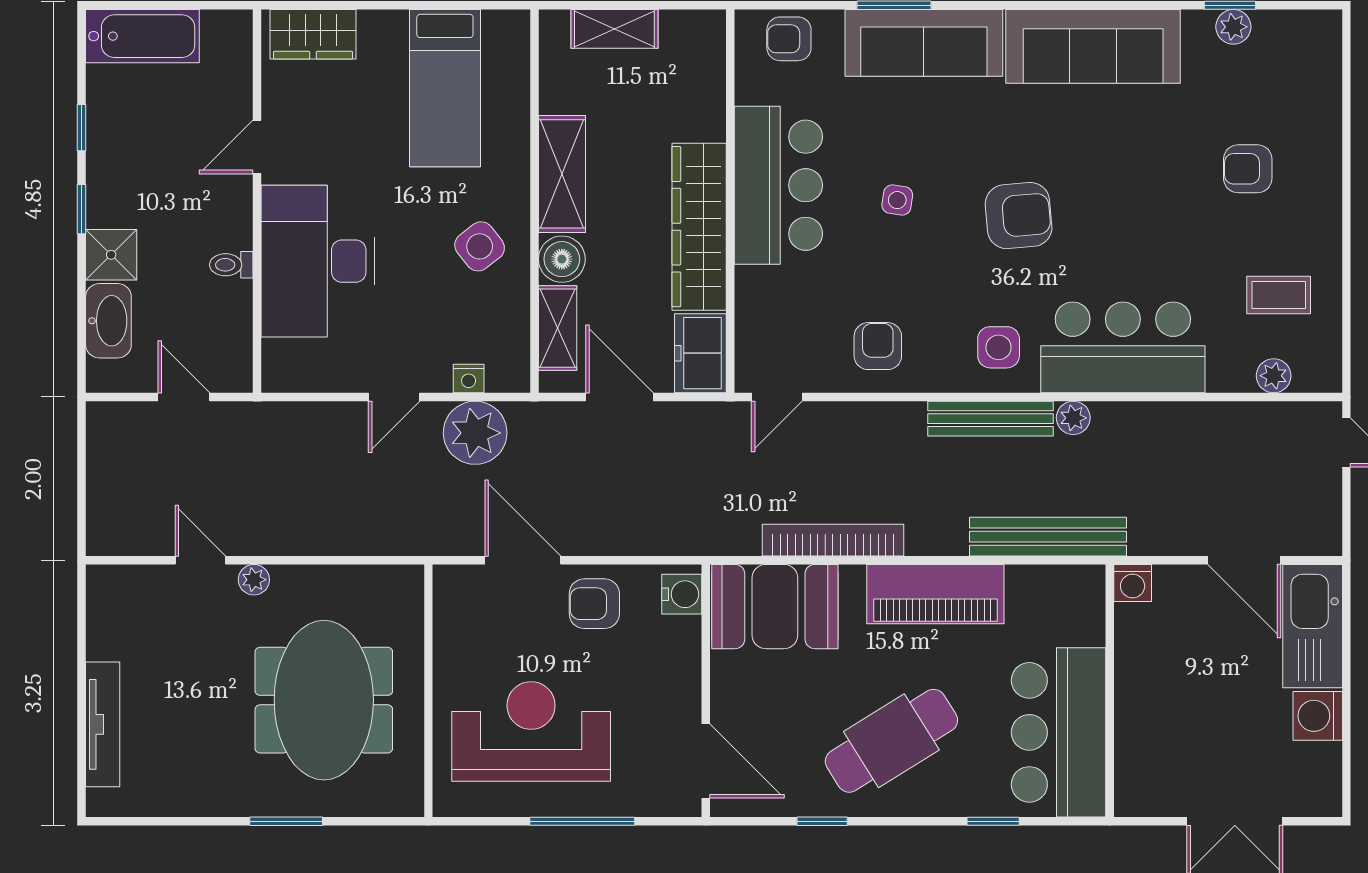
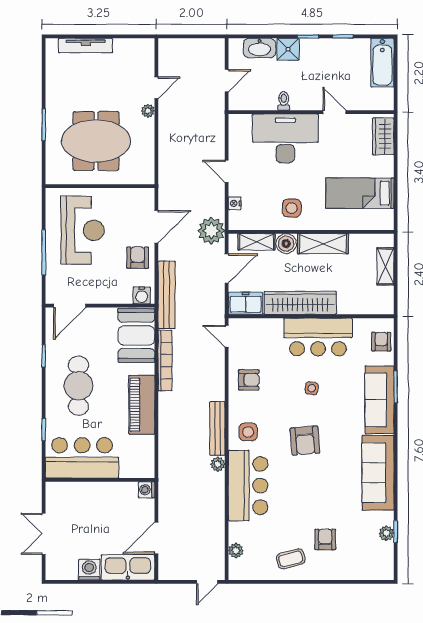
side table: (480, 246) -> (292, 208), turned 38
coffee table: (1279, 295) -> (291, 559), moved, turned 75
plant: (475, 433) -> (211, 231), moved
bench: (1048, 537) -> (167, 295), moved
cafe table: (891, 741) -> (78, 386), turned 32

